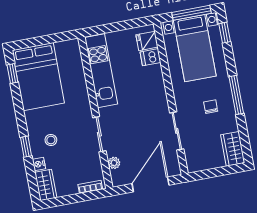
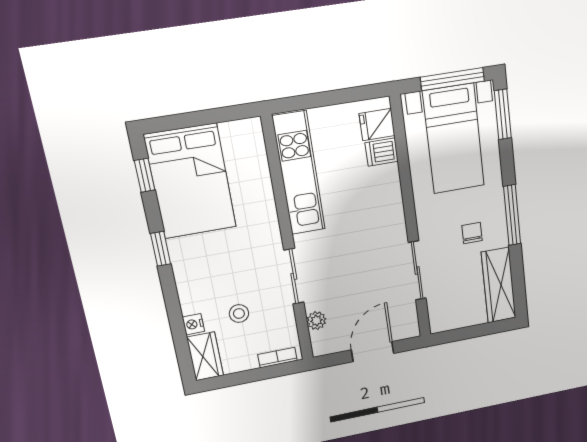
window: (225, 33) -> (503, 114), width x1.50
stool: (51, 140) -> (239, 314), moved
window: (26, 147) -> (161, 249), moved
wardrobe: (233, 149) -> (499, 285), width x1.50
door: (151, 184) -> (373, 352), width x0.73

